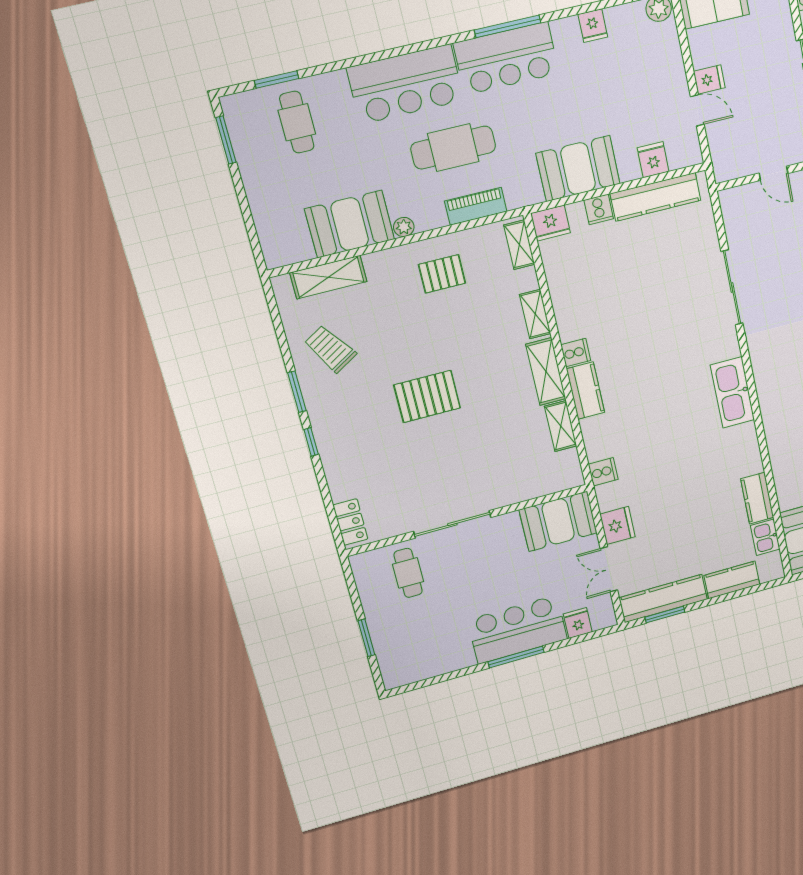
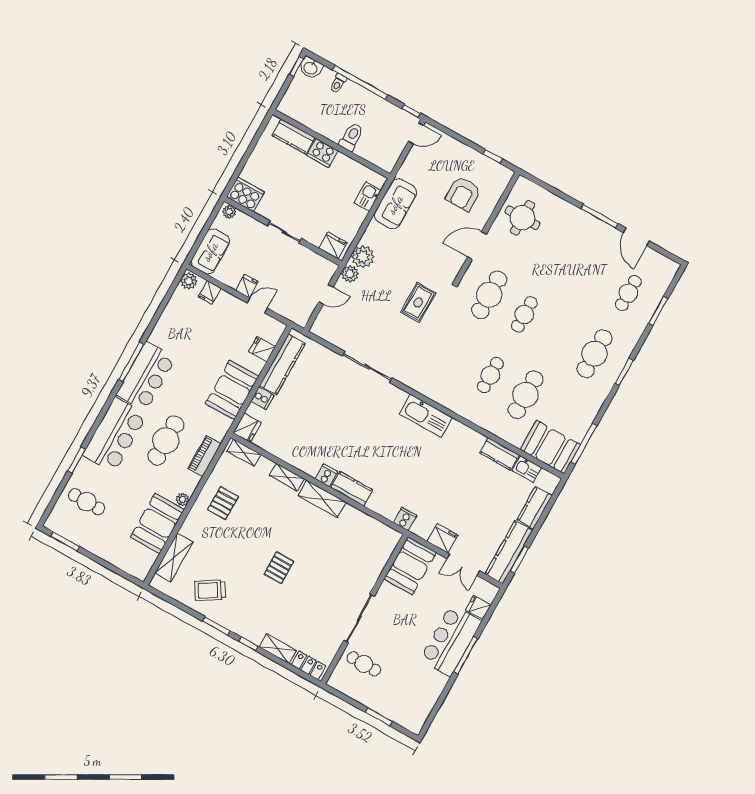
fridge: (593, 26) -> (210, 292), moved, turned 90
window: (277, 79) -> (76, 460), moved
pallet: (427, 396) -> (279, 568), width x0.67, depth x0.71
shelving: (561, 426) -> (278, 649), moved

